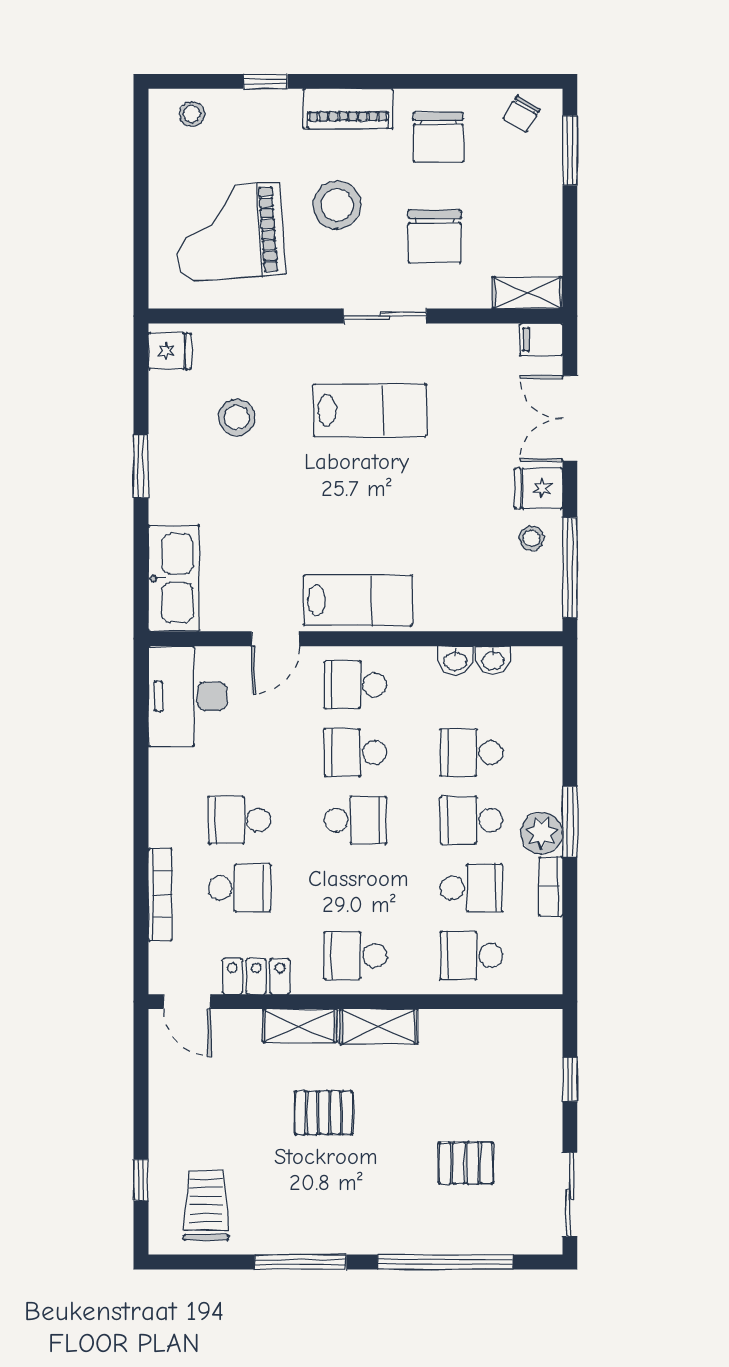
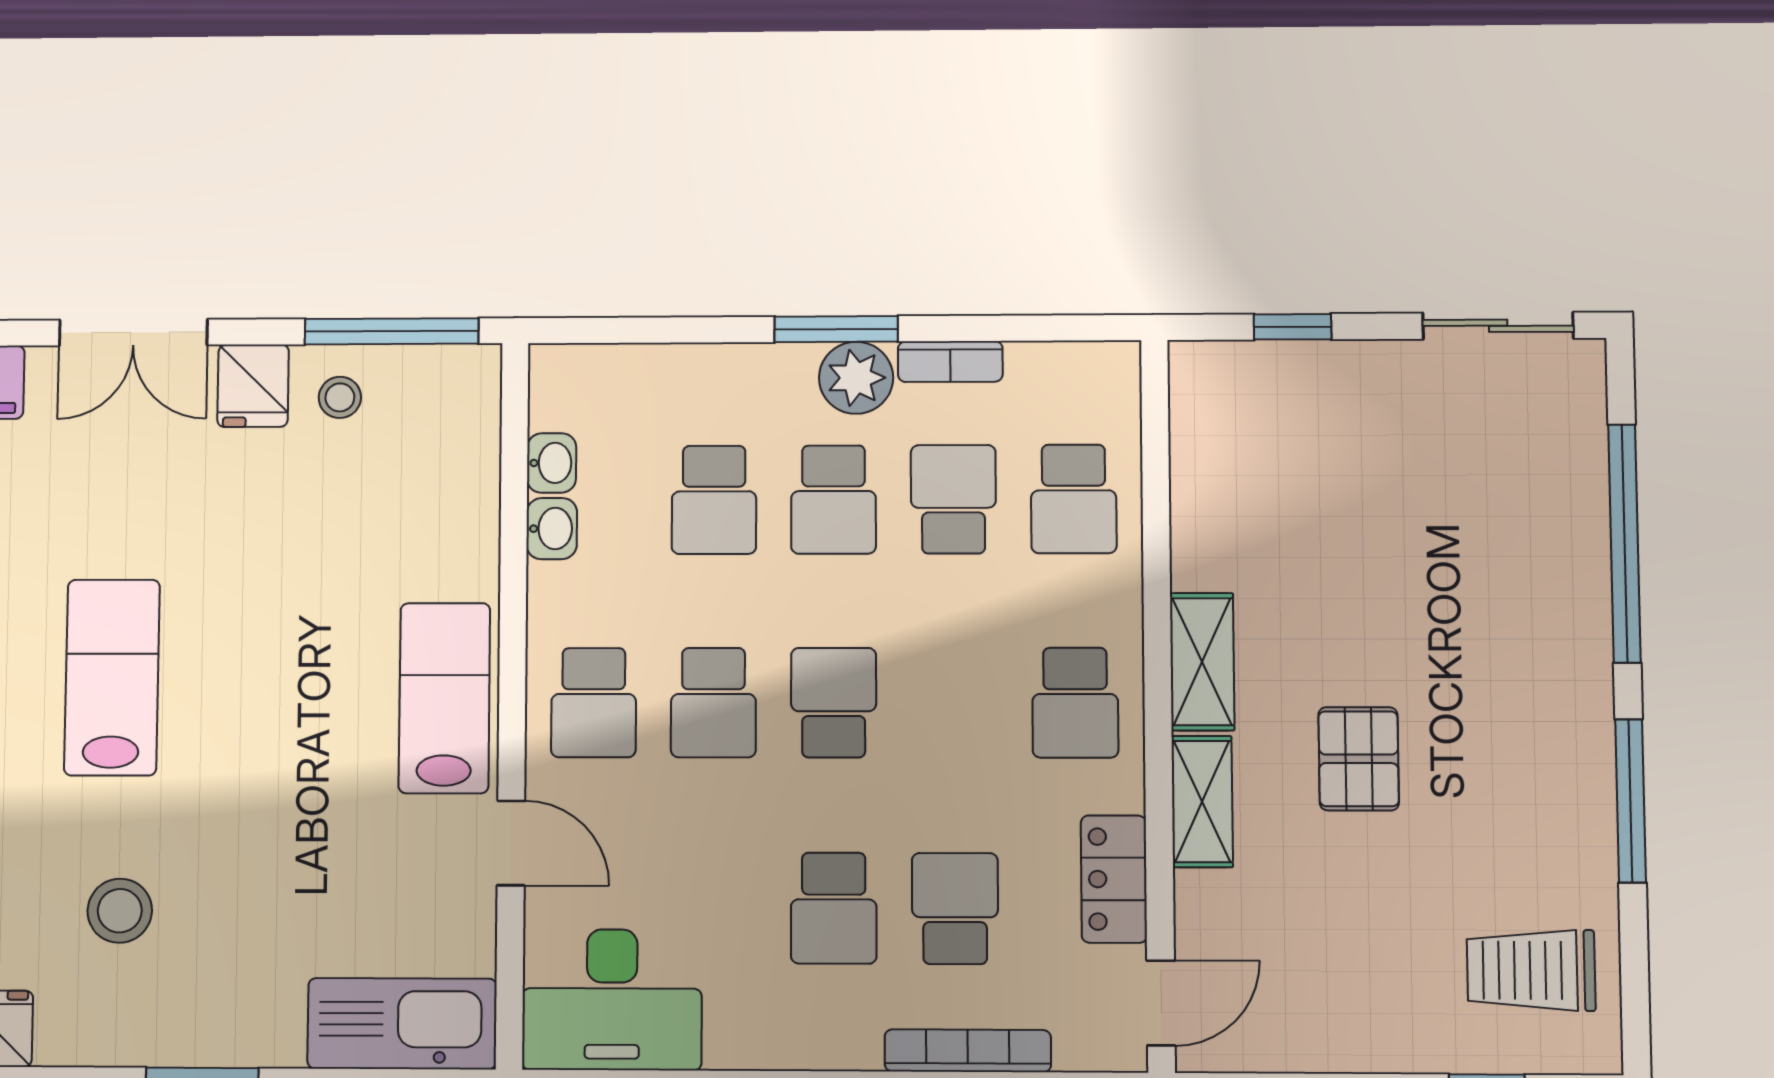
pallet: (466, 1163) -> (1445, 508), removed

